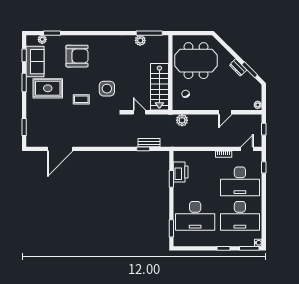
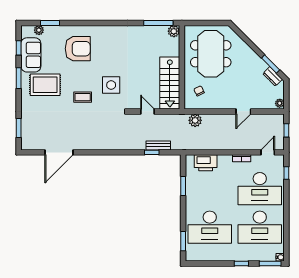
plant: (140, 40) -> (174, 31), moved
meeting table: (196, 61) -> (211, 54), turned 90
dresser: (238, 67) -> (273, 76), moved
printer: (181, 172) -> (206, 163), moved, turned 90

